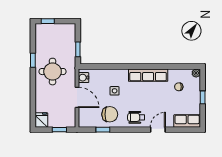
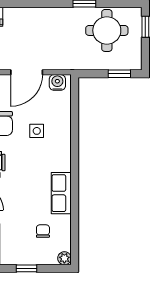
window: (78, 49) -> (119, 74), moved
round table: (53, 72) -> (107, 30), moved
row of seats: (148, 75) -> (61, 193), width x0.68

